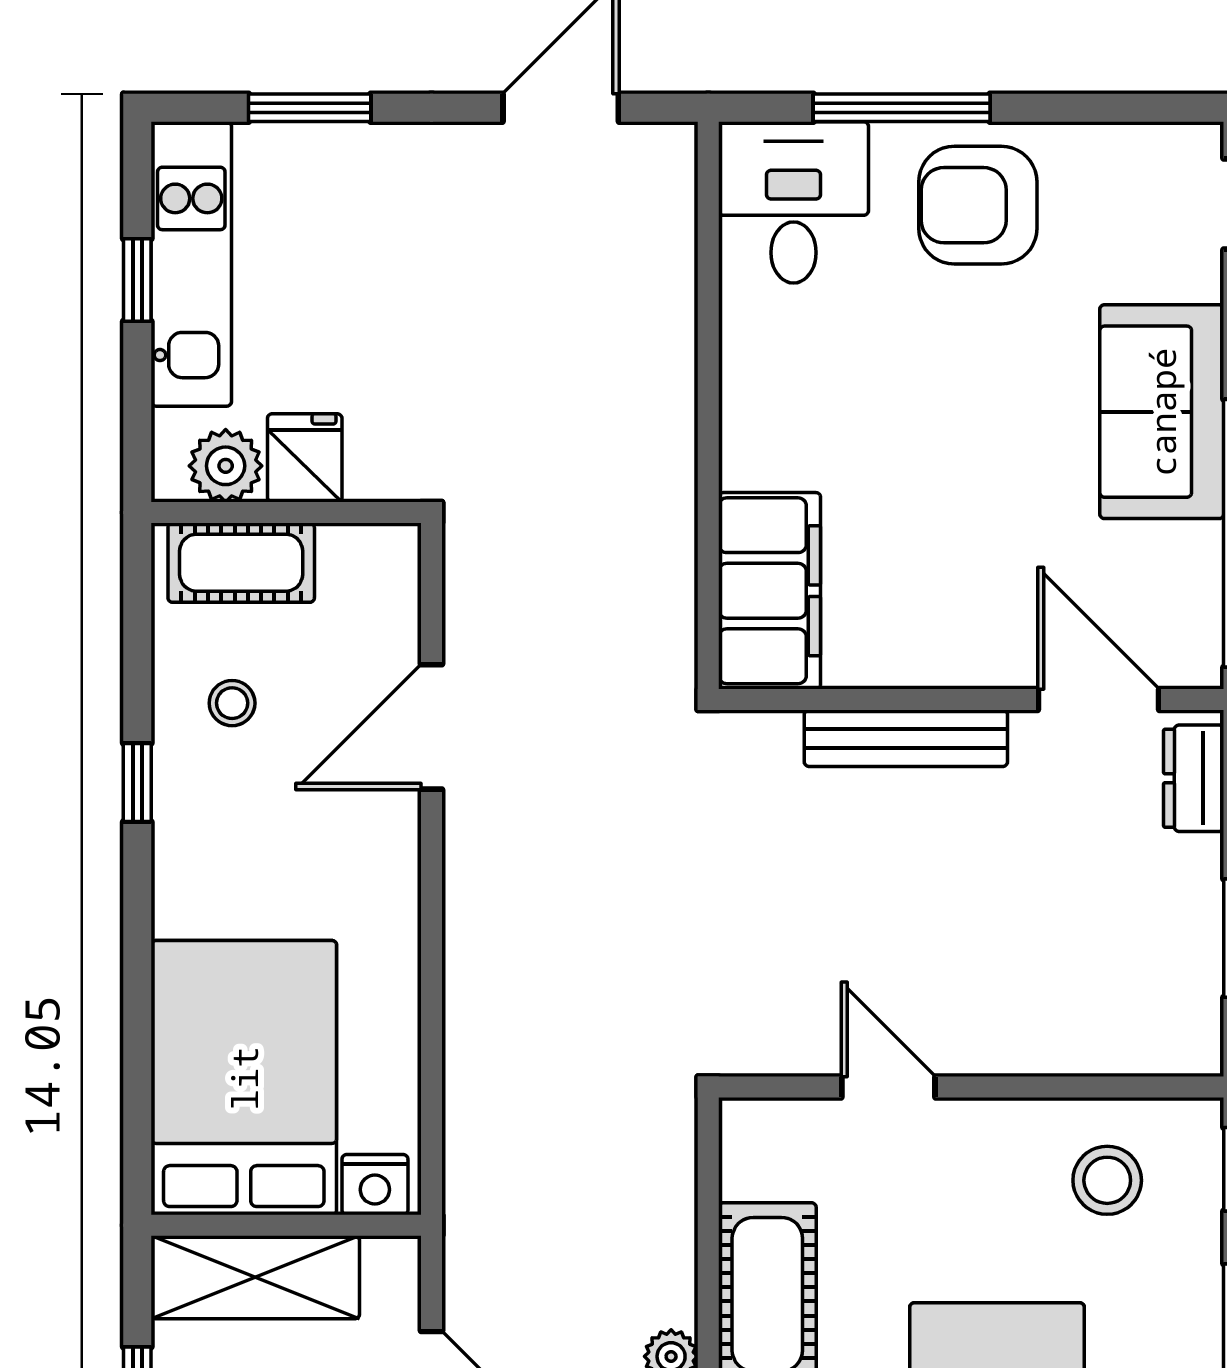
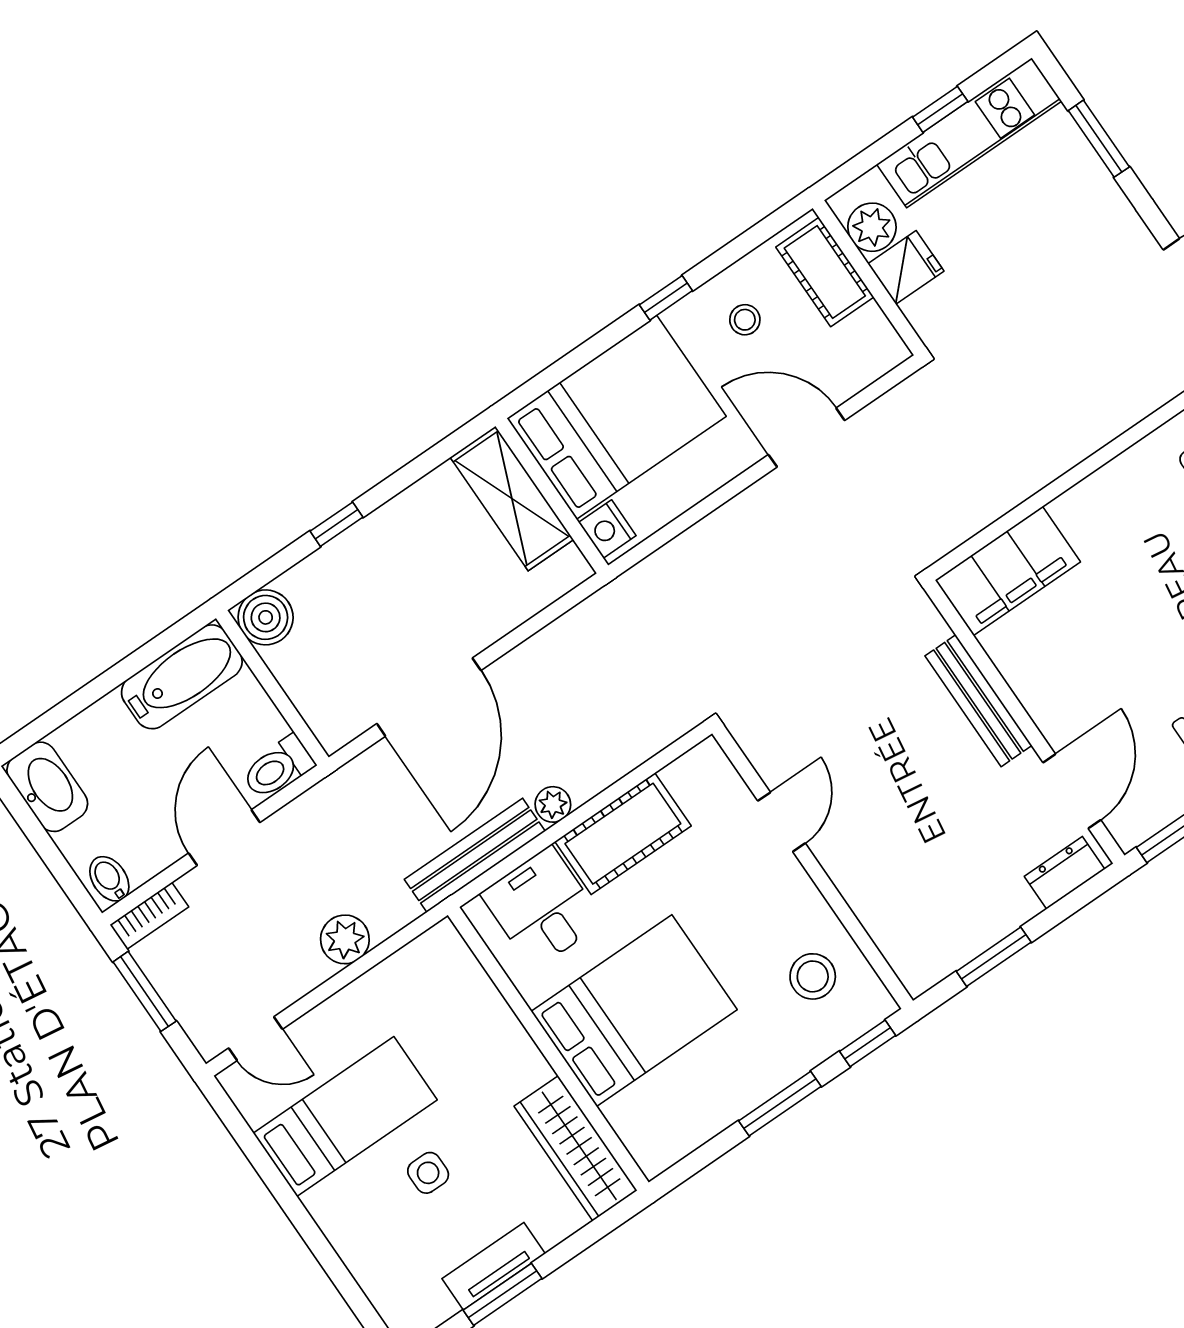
bed: (244, 1078) -> (617, 417), moved
nightstand: (375, 1185) -> (607, 529), moved
wall: (286, 1225) -> (552, 496), moved
shelving: (255, 1277) -> (512, 498), moved

